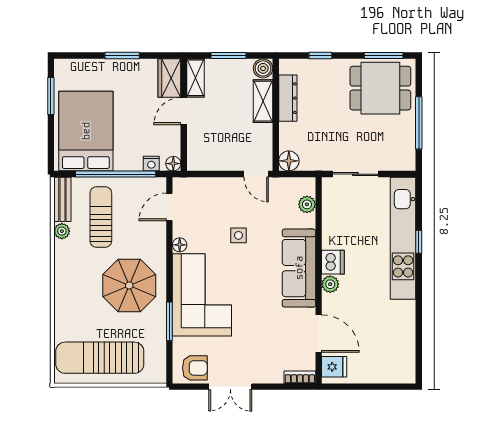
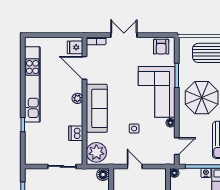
nightstand: (151, 164) -> (206, 173), moved
door: (256, 174) -> (135, 166), moved
plant: (307, 204) -> (96, 152), width x1.88, depth x1.88
kitchen unit: (403, 238) -> (32, 84), moved
dishwasher: (333, 262) -> (76, 133), moved
armchair: (195, 368) -> (161, 47), turned -90
double door: (230, 387) -> (124, 35), moved

